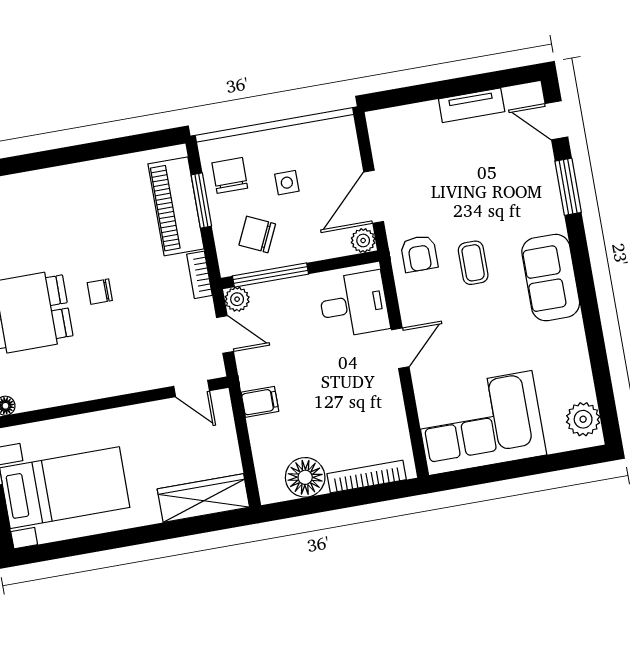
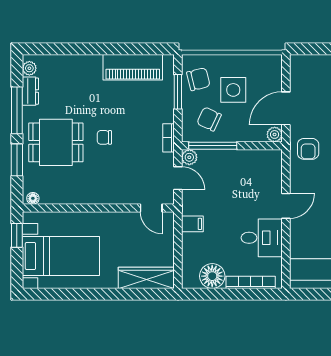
chair: (230, 175) -> (198, 79), turned 76
side table: (287, 183) -> (233, 90), width x1.87, depth x1.87
piano: (176, 206) -> (133, 67), moved, turned -90
desk: (354, 304) -> (262, 238), moved

